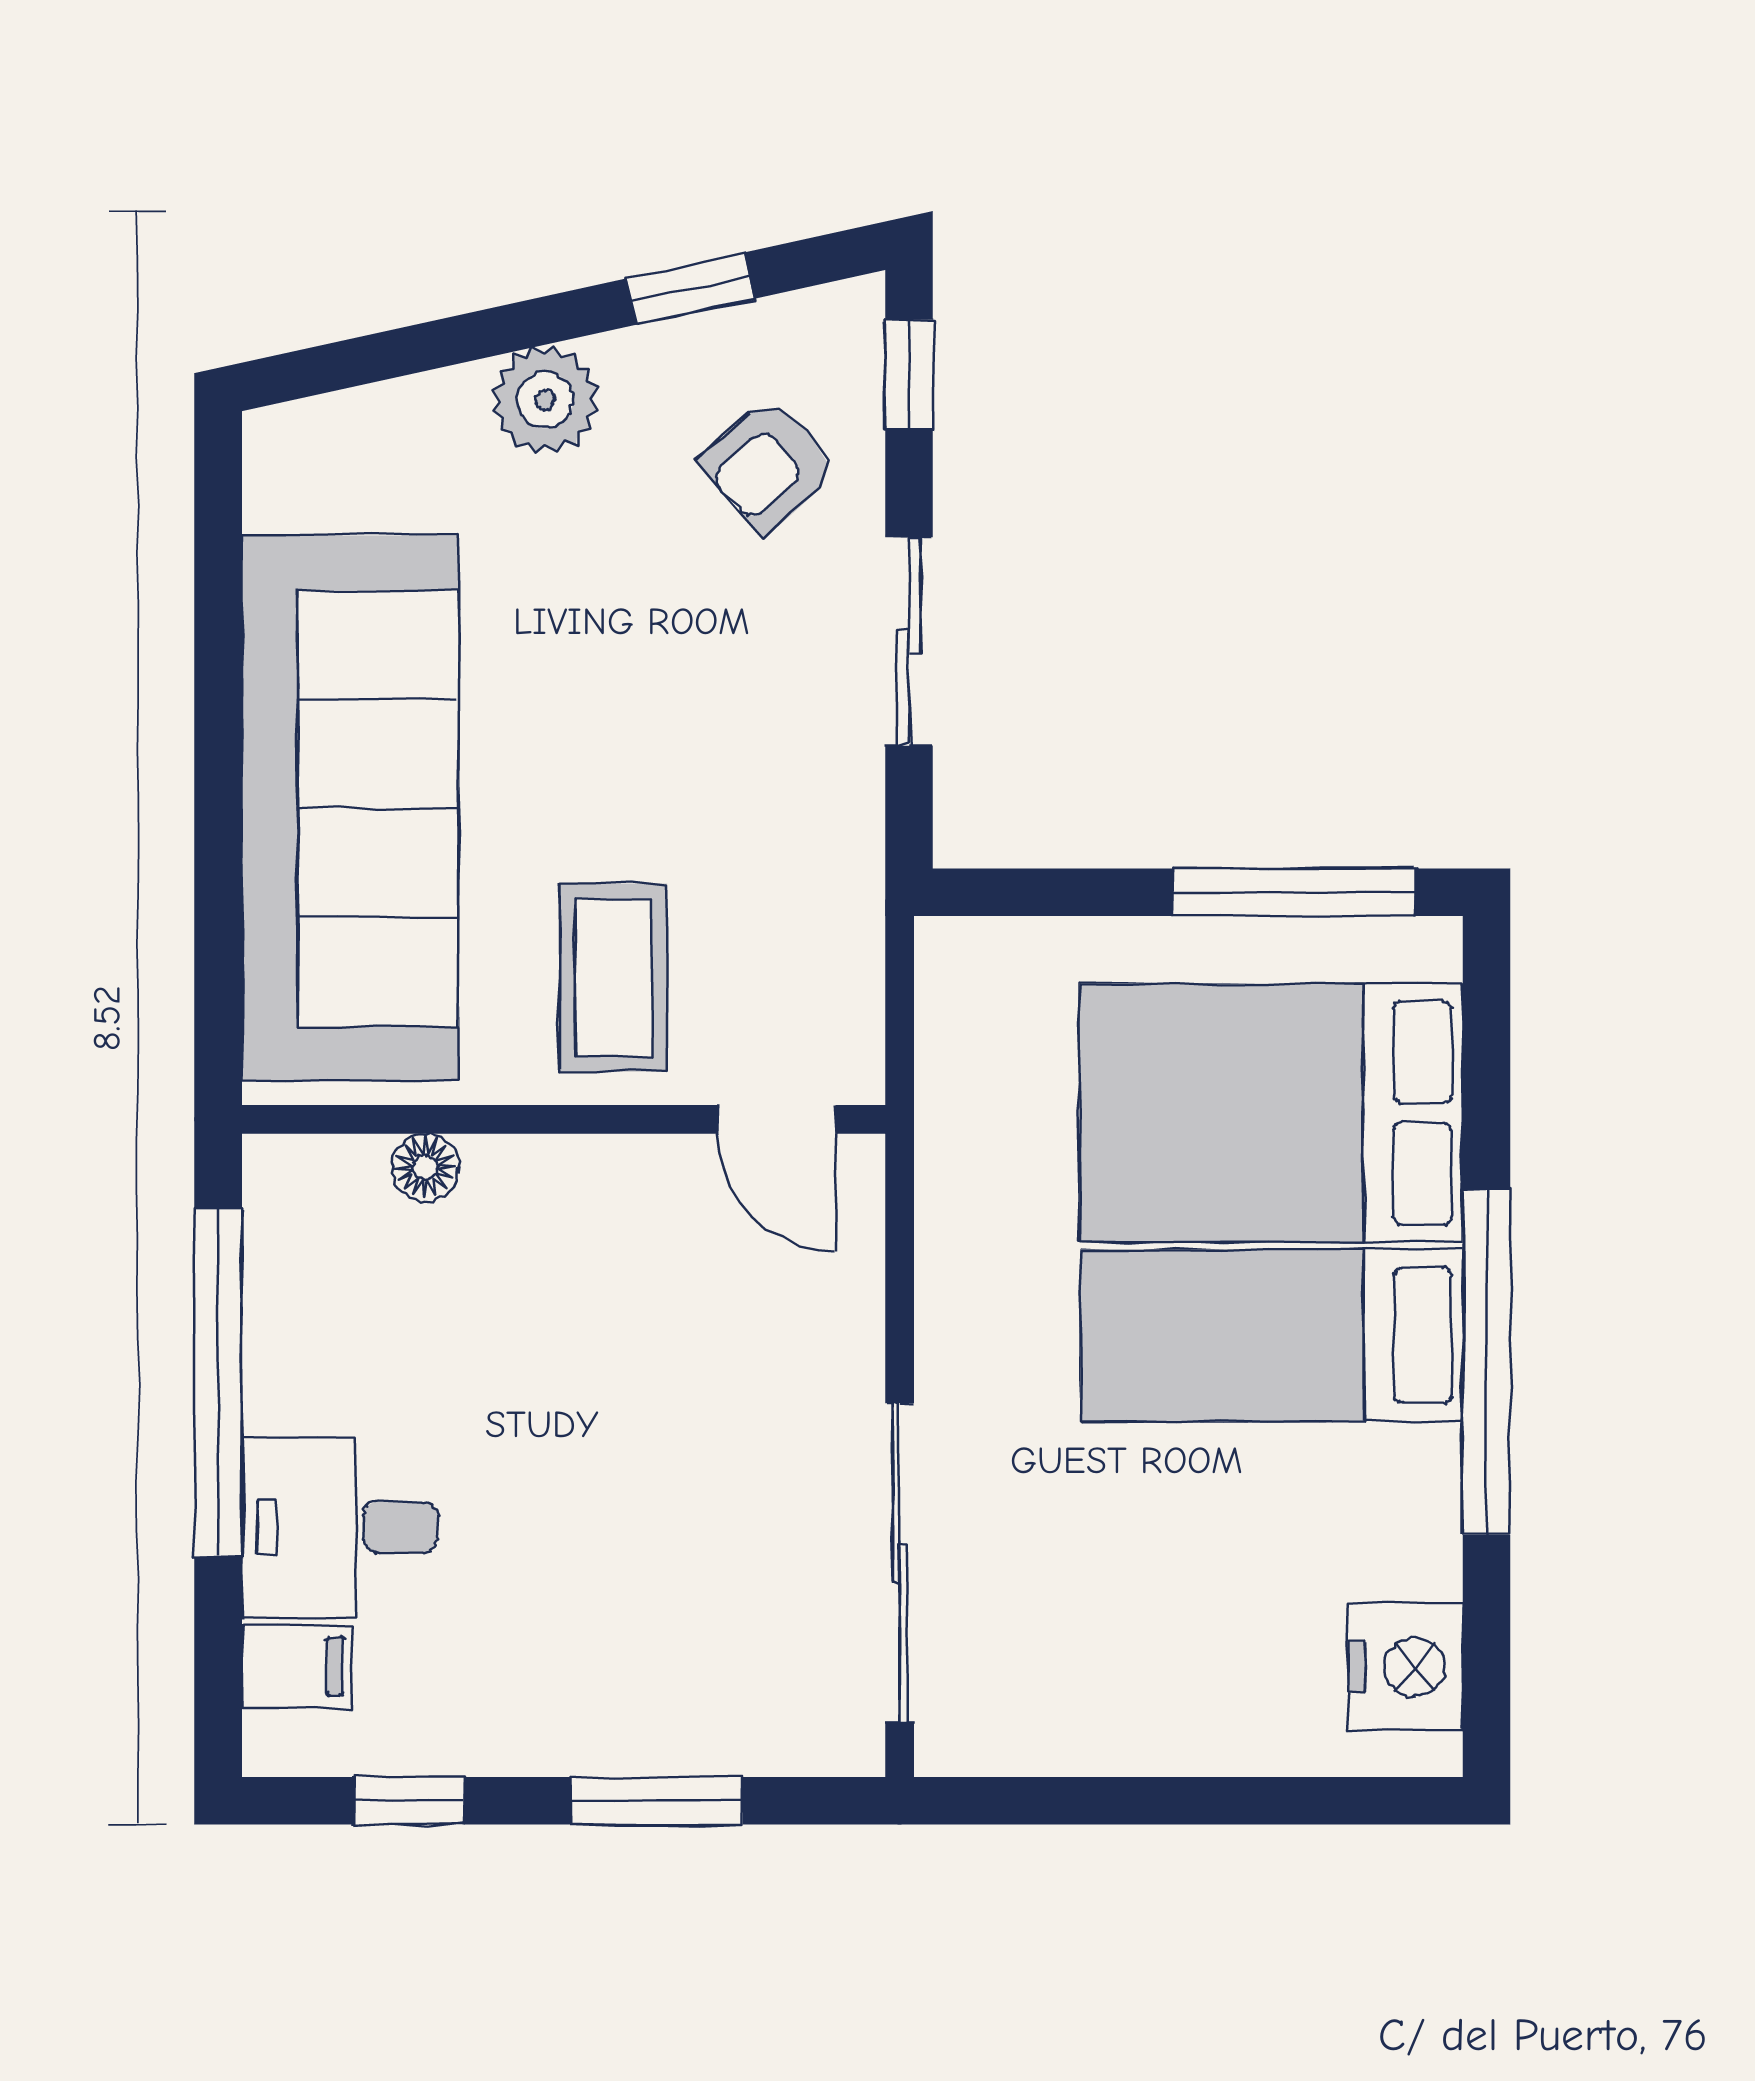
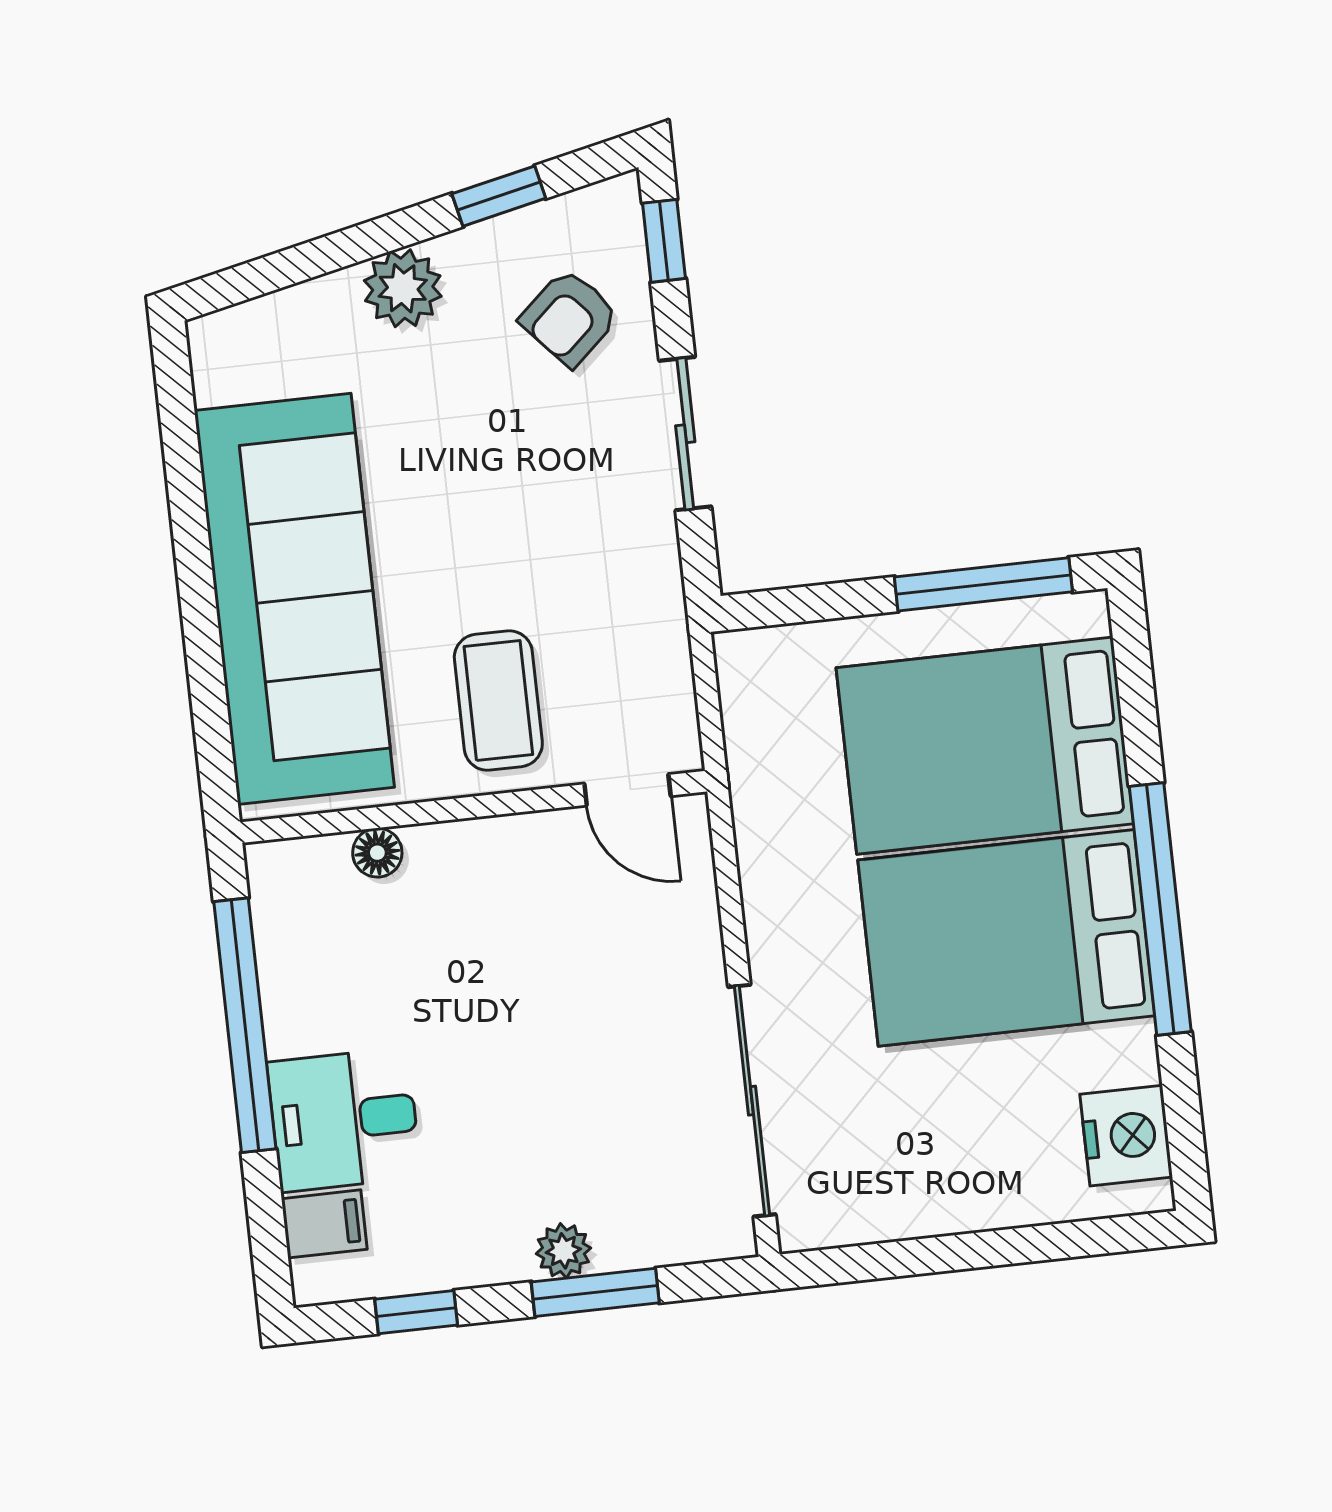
bed: (1272, 1336) -> (1006, 938), width x1.50
plant: (619, 1739) -> (563, 1251), added

